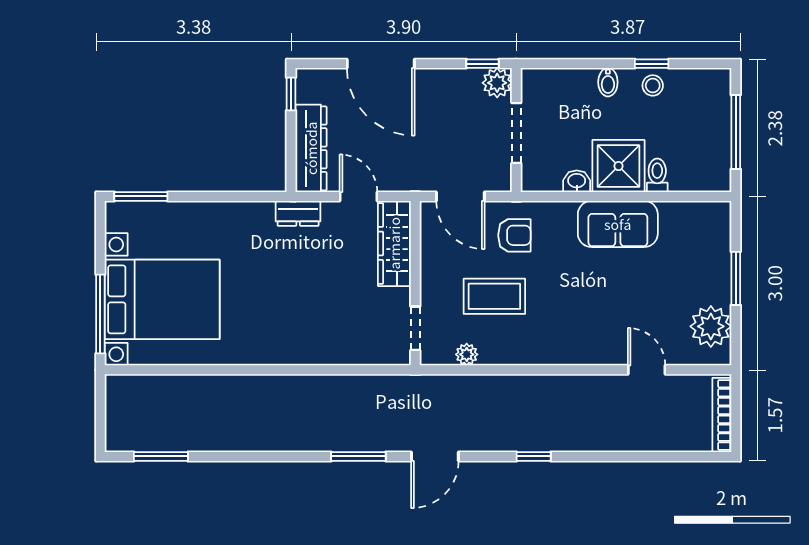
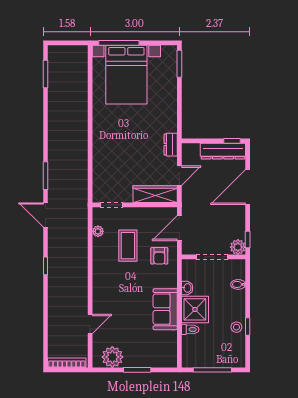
bidet: (608, 82) -> (238, 284), moved
dresser: (311, 148) -> (223, 151), moved

